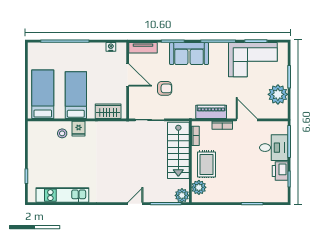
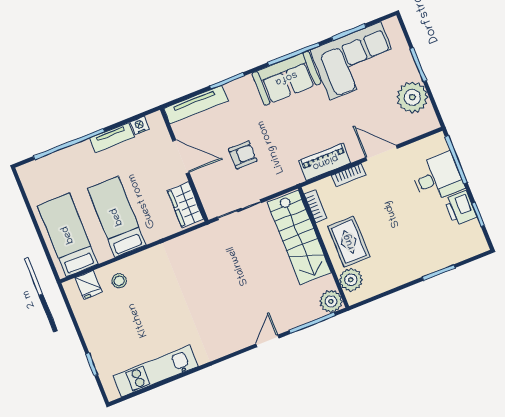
tv unit: (92, 48) -> (112, 138), added
tv unit: (143, 48) -> (196, 105), width x1.41
sofa: (189, 54) -> (286, 78), moved
wardrobe: (108, 111) -> (185, 205), moved, turned -90
fridge: (79, 129) -> (89, 285), moved

